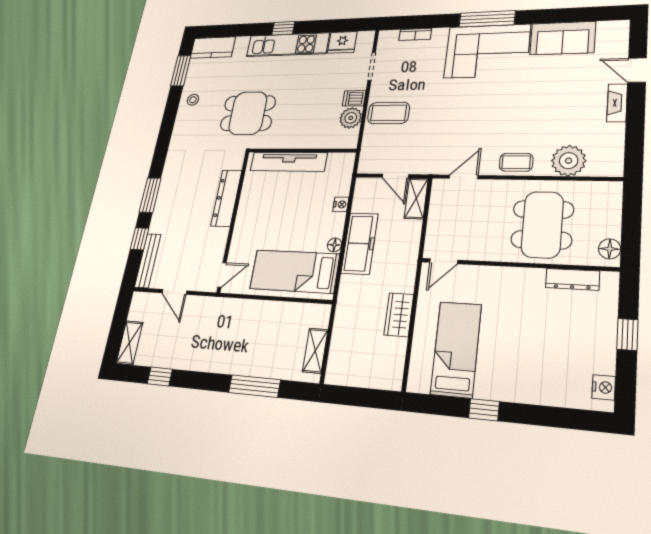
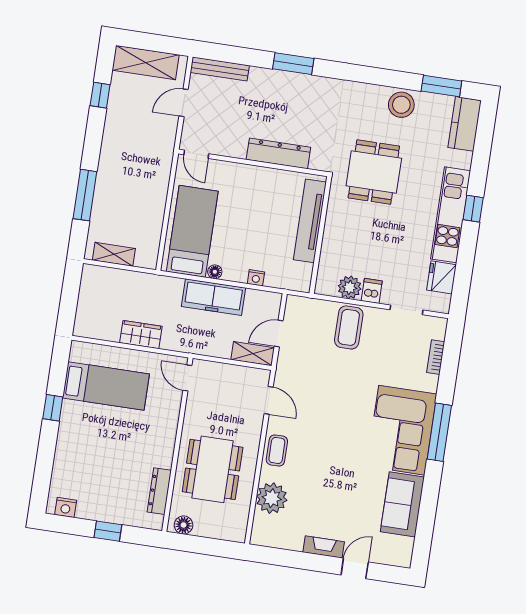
stool: (193, 100) -> (401, 105), width x1.89, depth x1.89
dining table: (542, 225) -> (213, 469), turned 90
window: (139, 239) -> (245, 56), removed
shelving: (129, 343) -> (146, 63), width x1.50, depth x1.33

